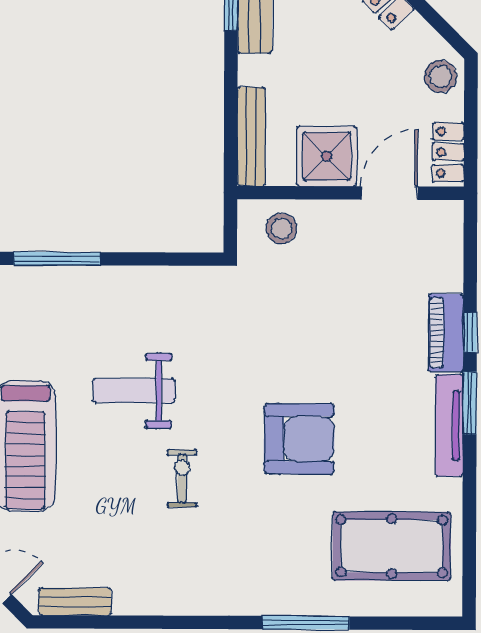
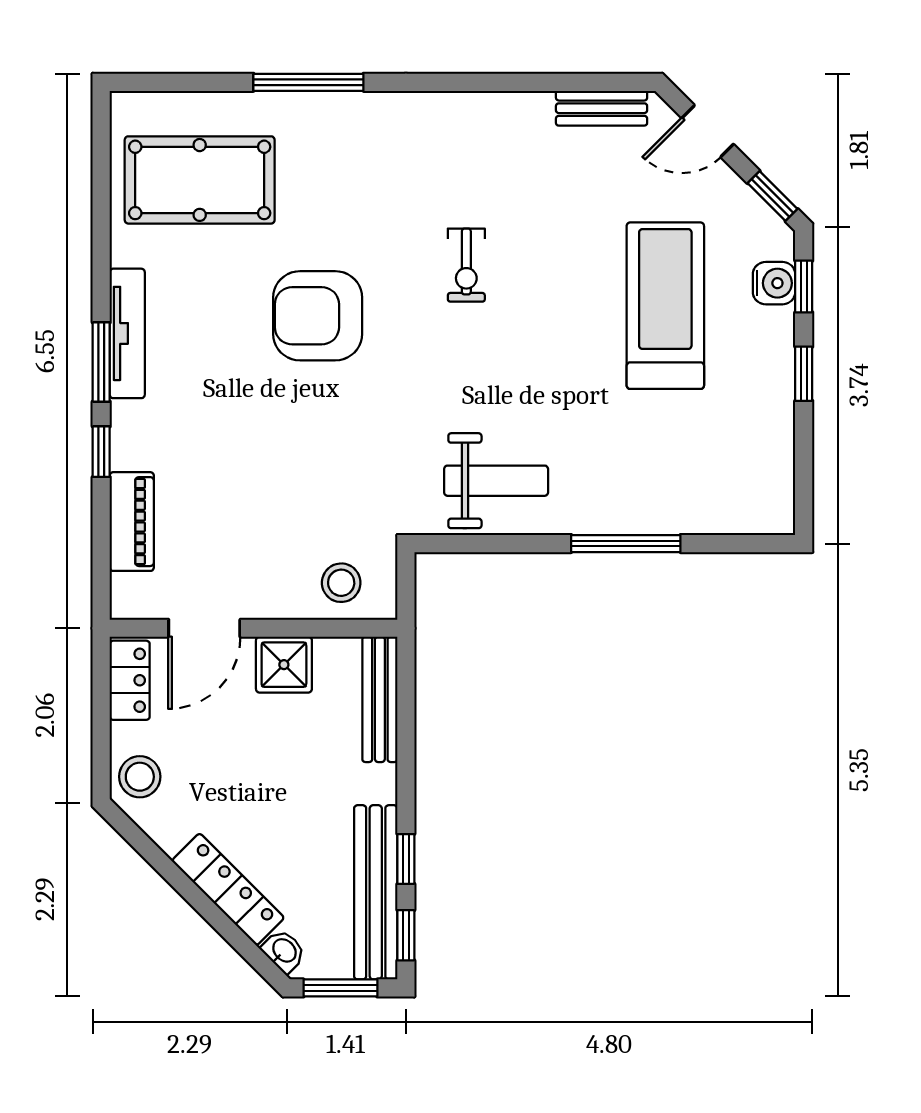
shower: (327, 156) -> (284, 665), width x0.73, depth x0.73
piano: (446, 333) -> (132, 522), moved
weight bench: (134, 390) -> (496, 481), moved

